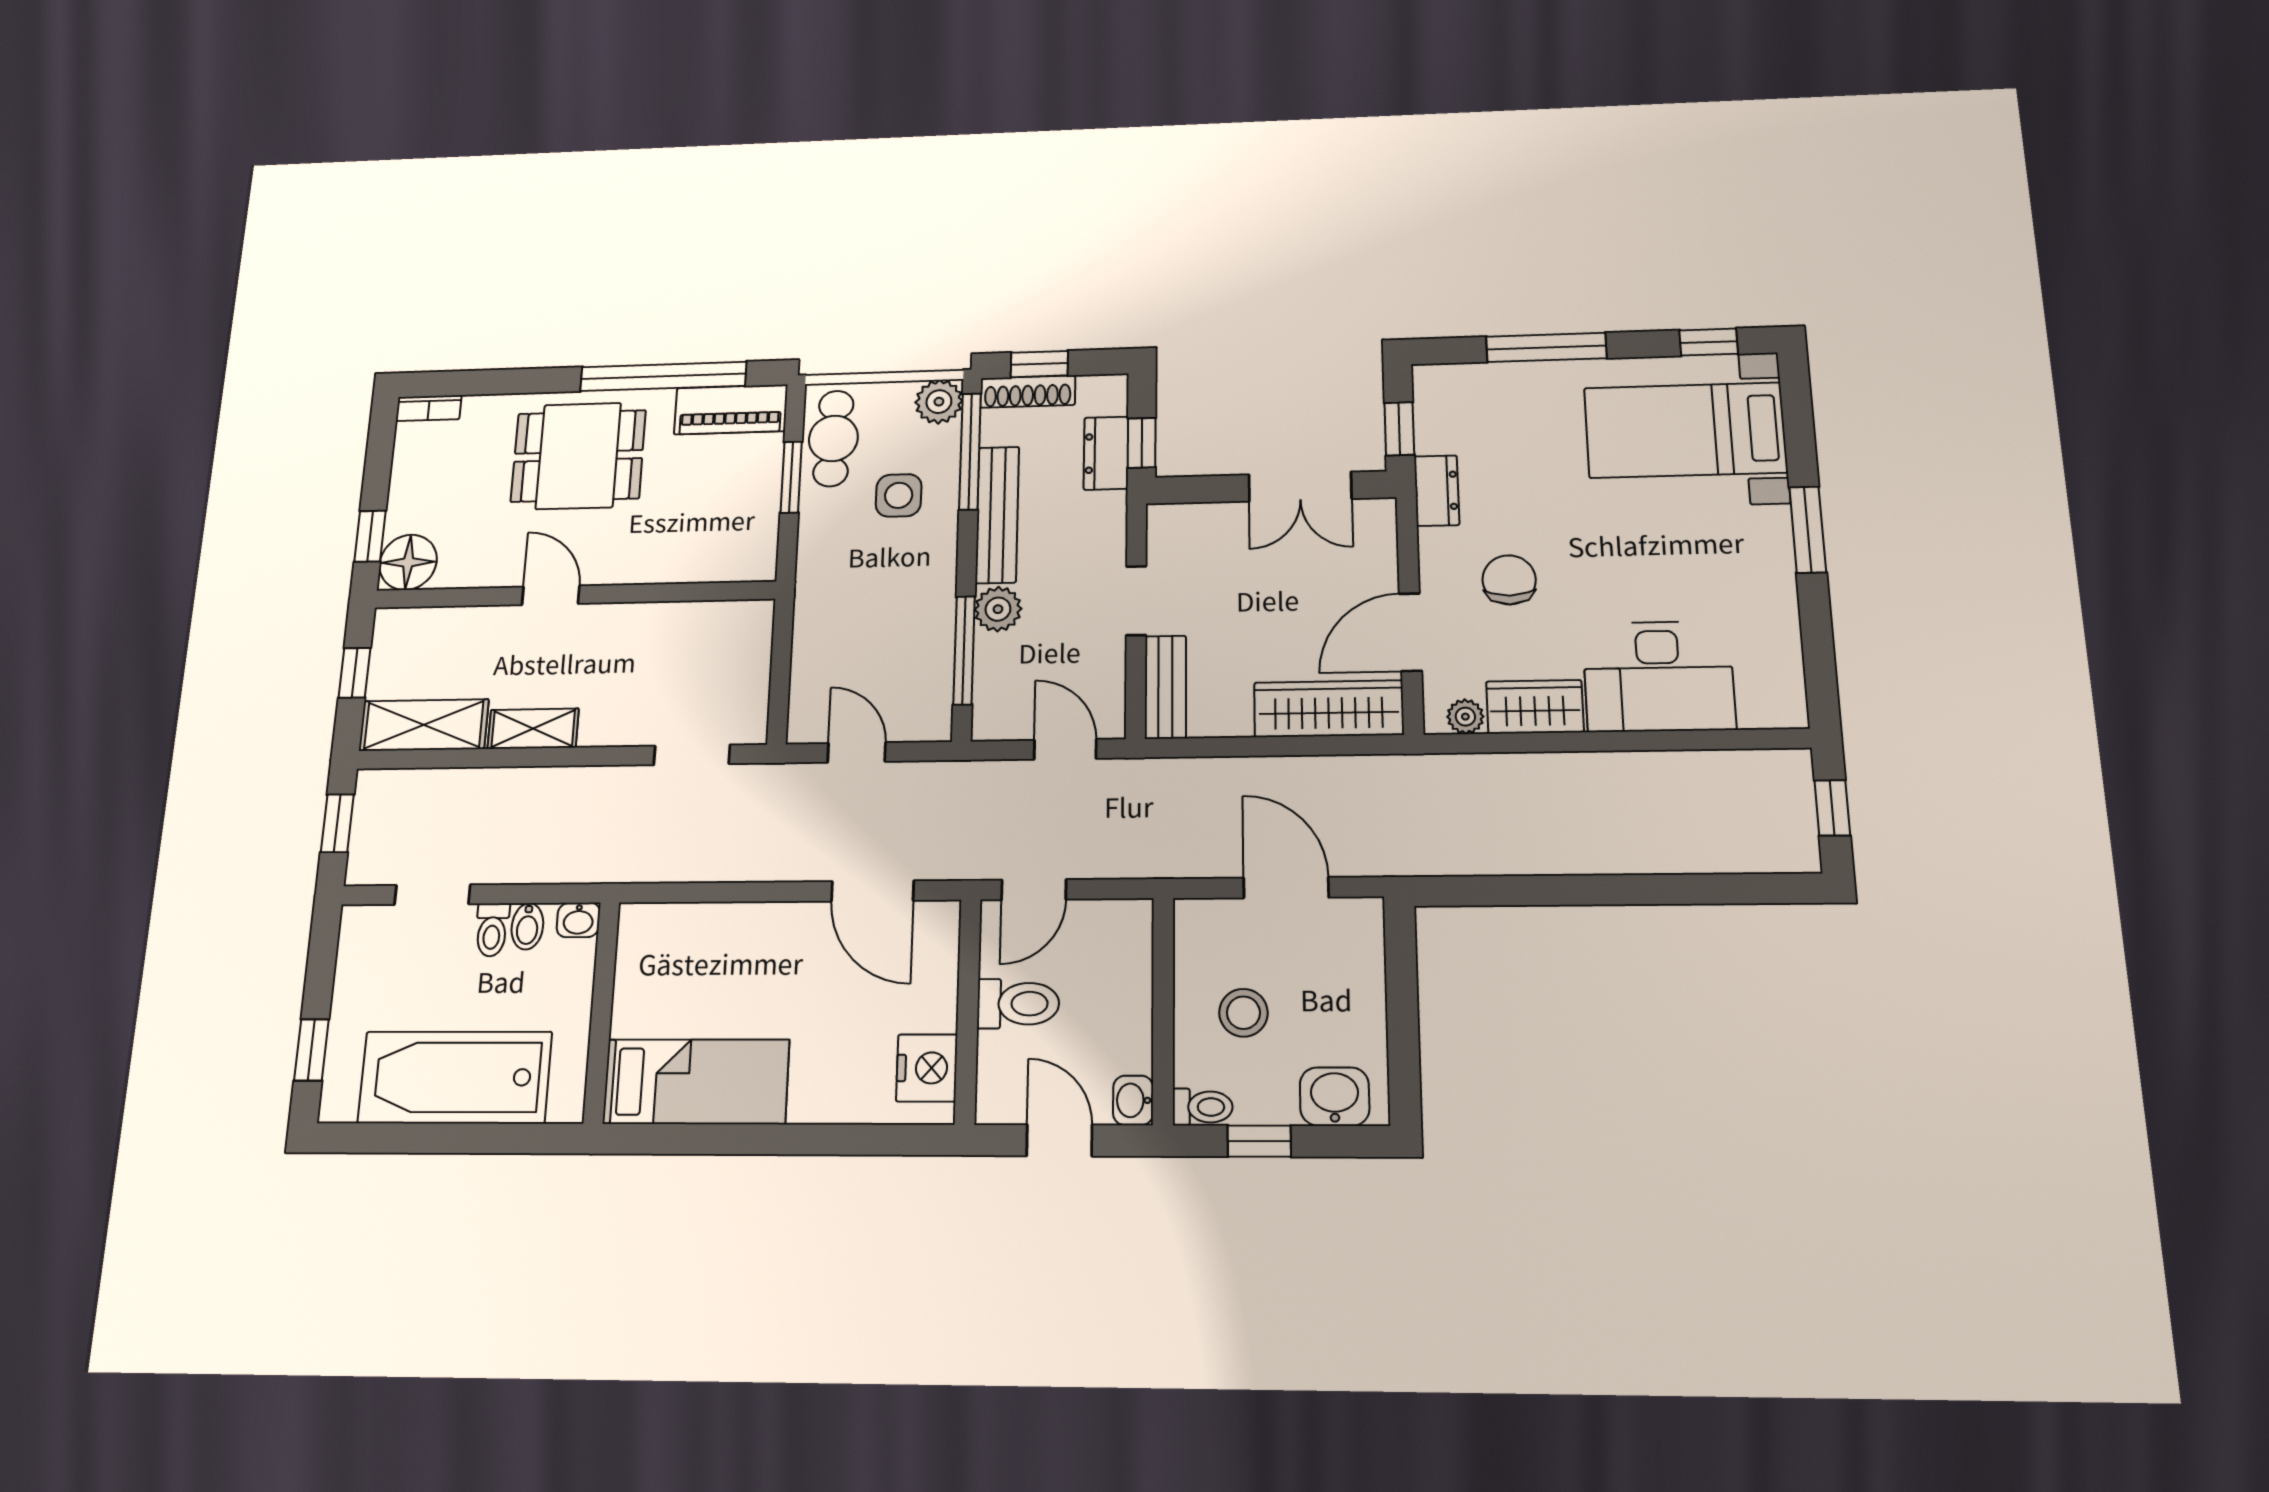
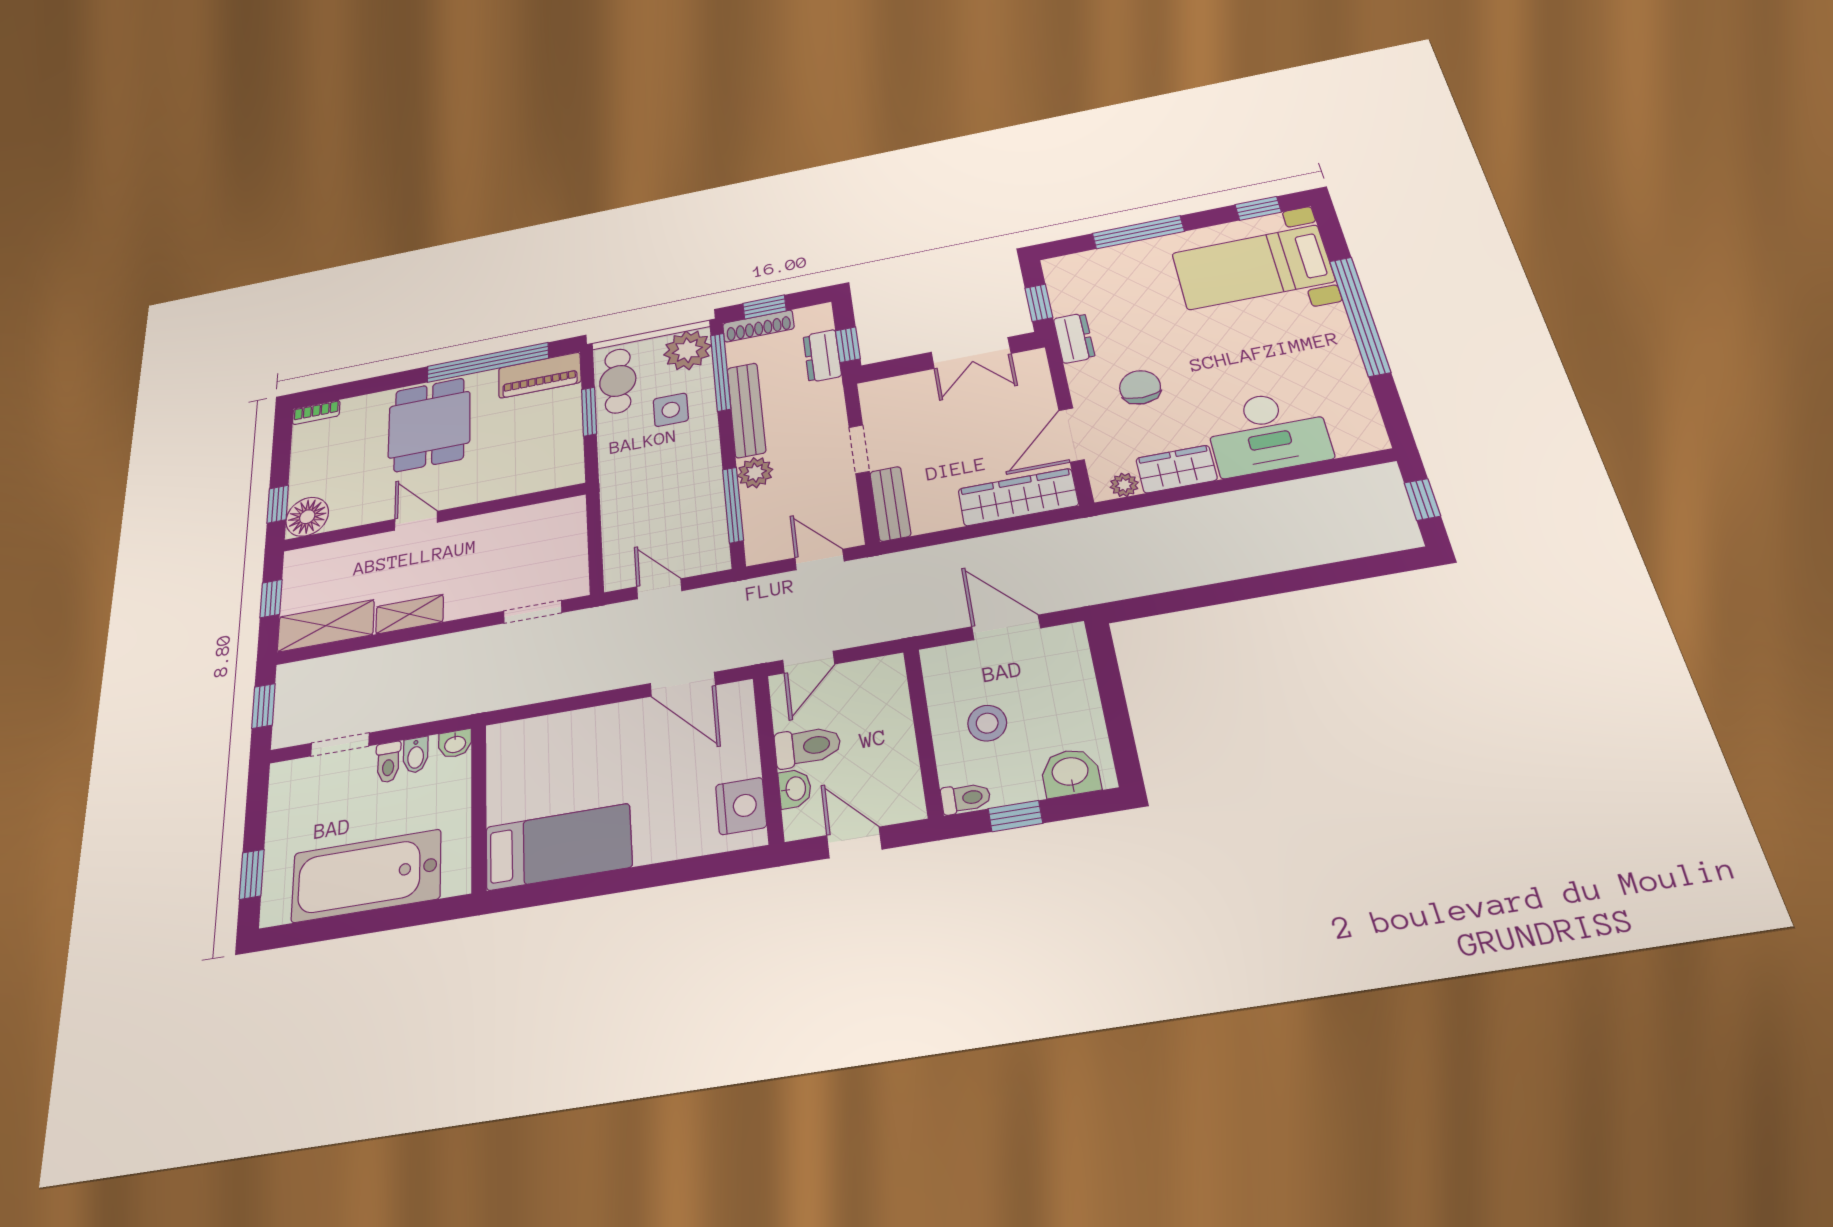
plant: (939, 402) -> (687, 350), width x1.36, depth x1.36
dining table: (578, 456) -> (429, 425), turned 90
window: (1808, 530) -> (1360, 316), width x2.11
washbasin: (1133, 1100) -> (795, 789), moved, turned 180

